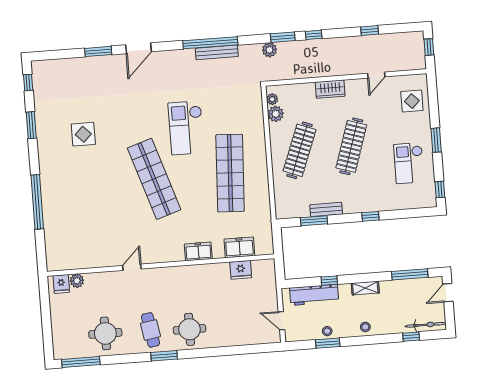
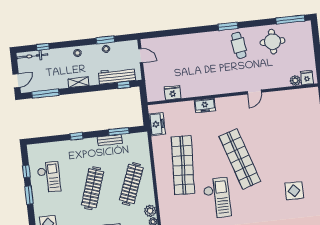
window: (440, 190) -> (26, 171), moved
freezer: (239, 247) -> (157, 124), moved, turned -90
window: (329, 281) -> (124, 85), moved
round table: (190, 329) -> (209, 47), removed

